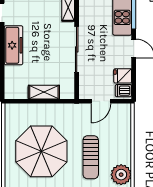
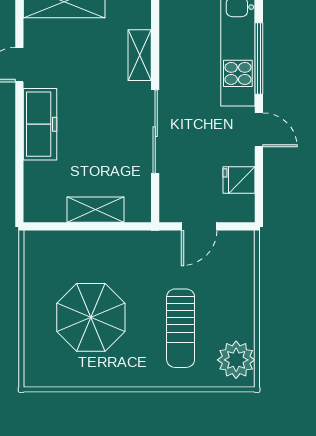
dishwasher: (123, 91) -> (240, 207), removed
parasol: (41, 151) -> (91, 317), width x0.73, depth x0.73

